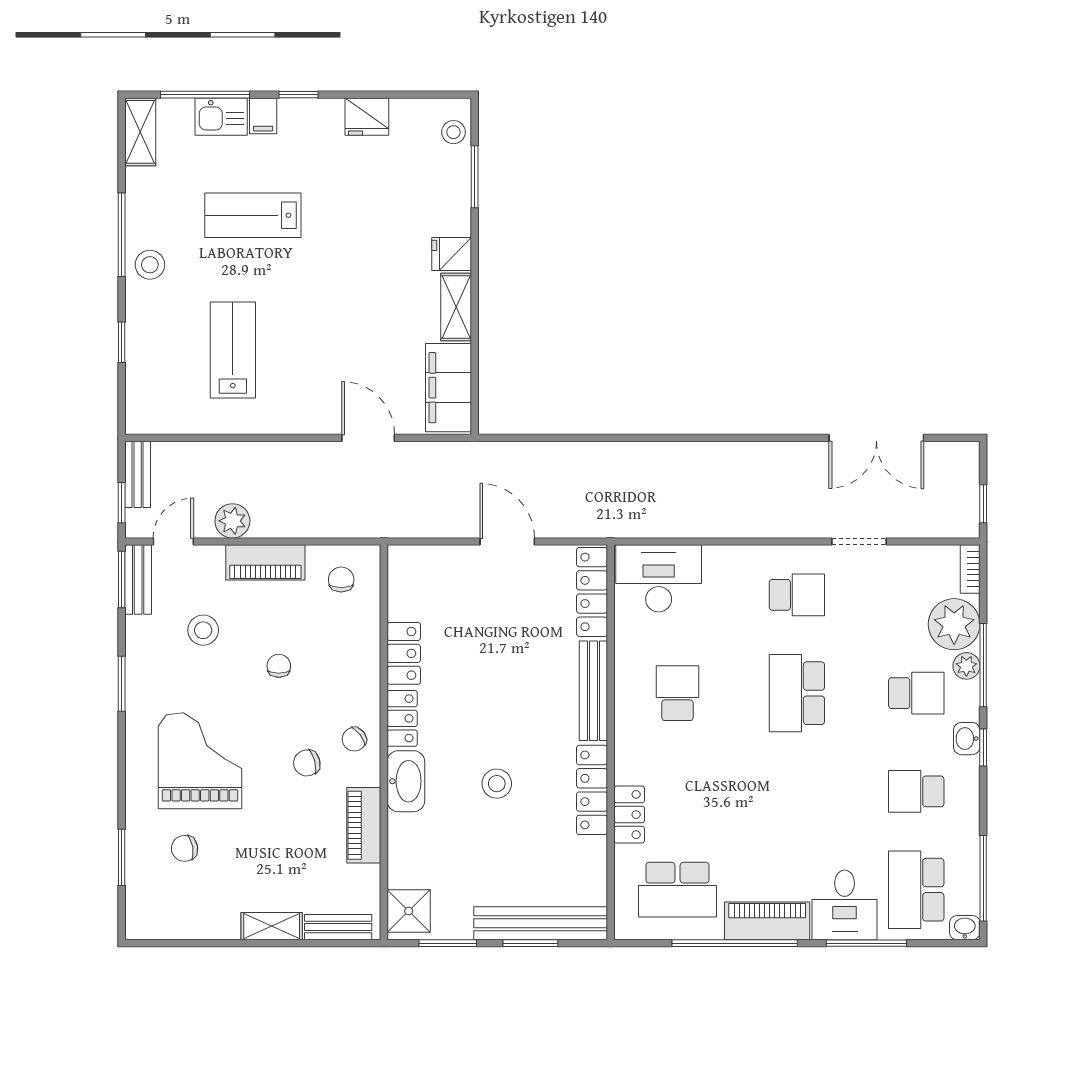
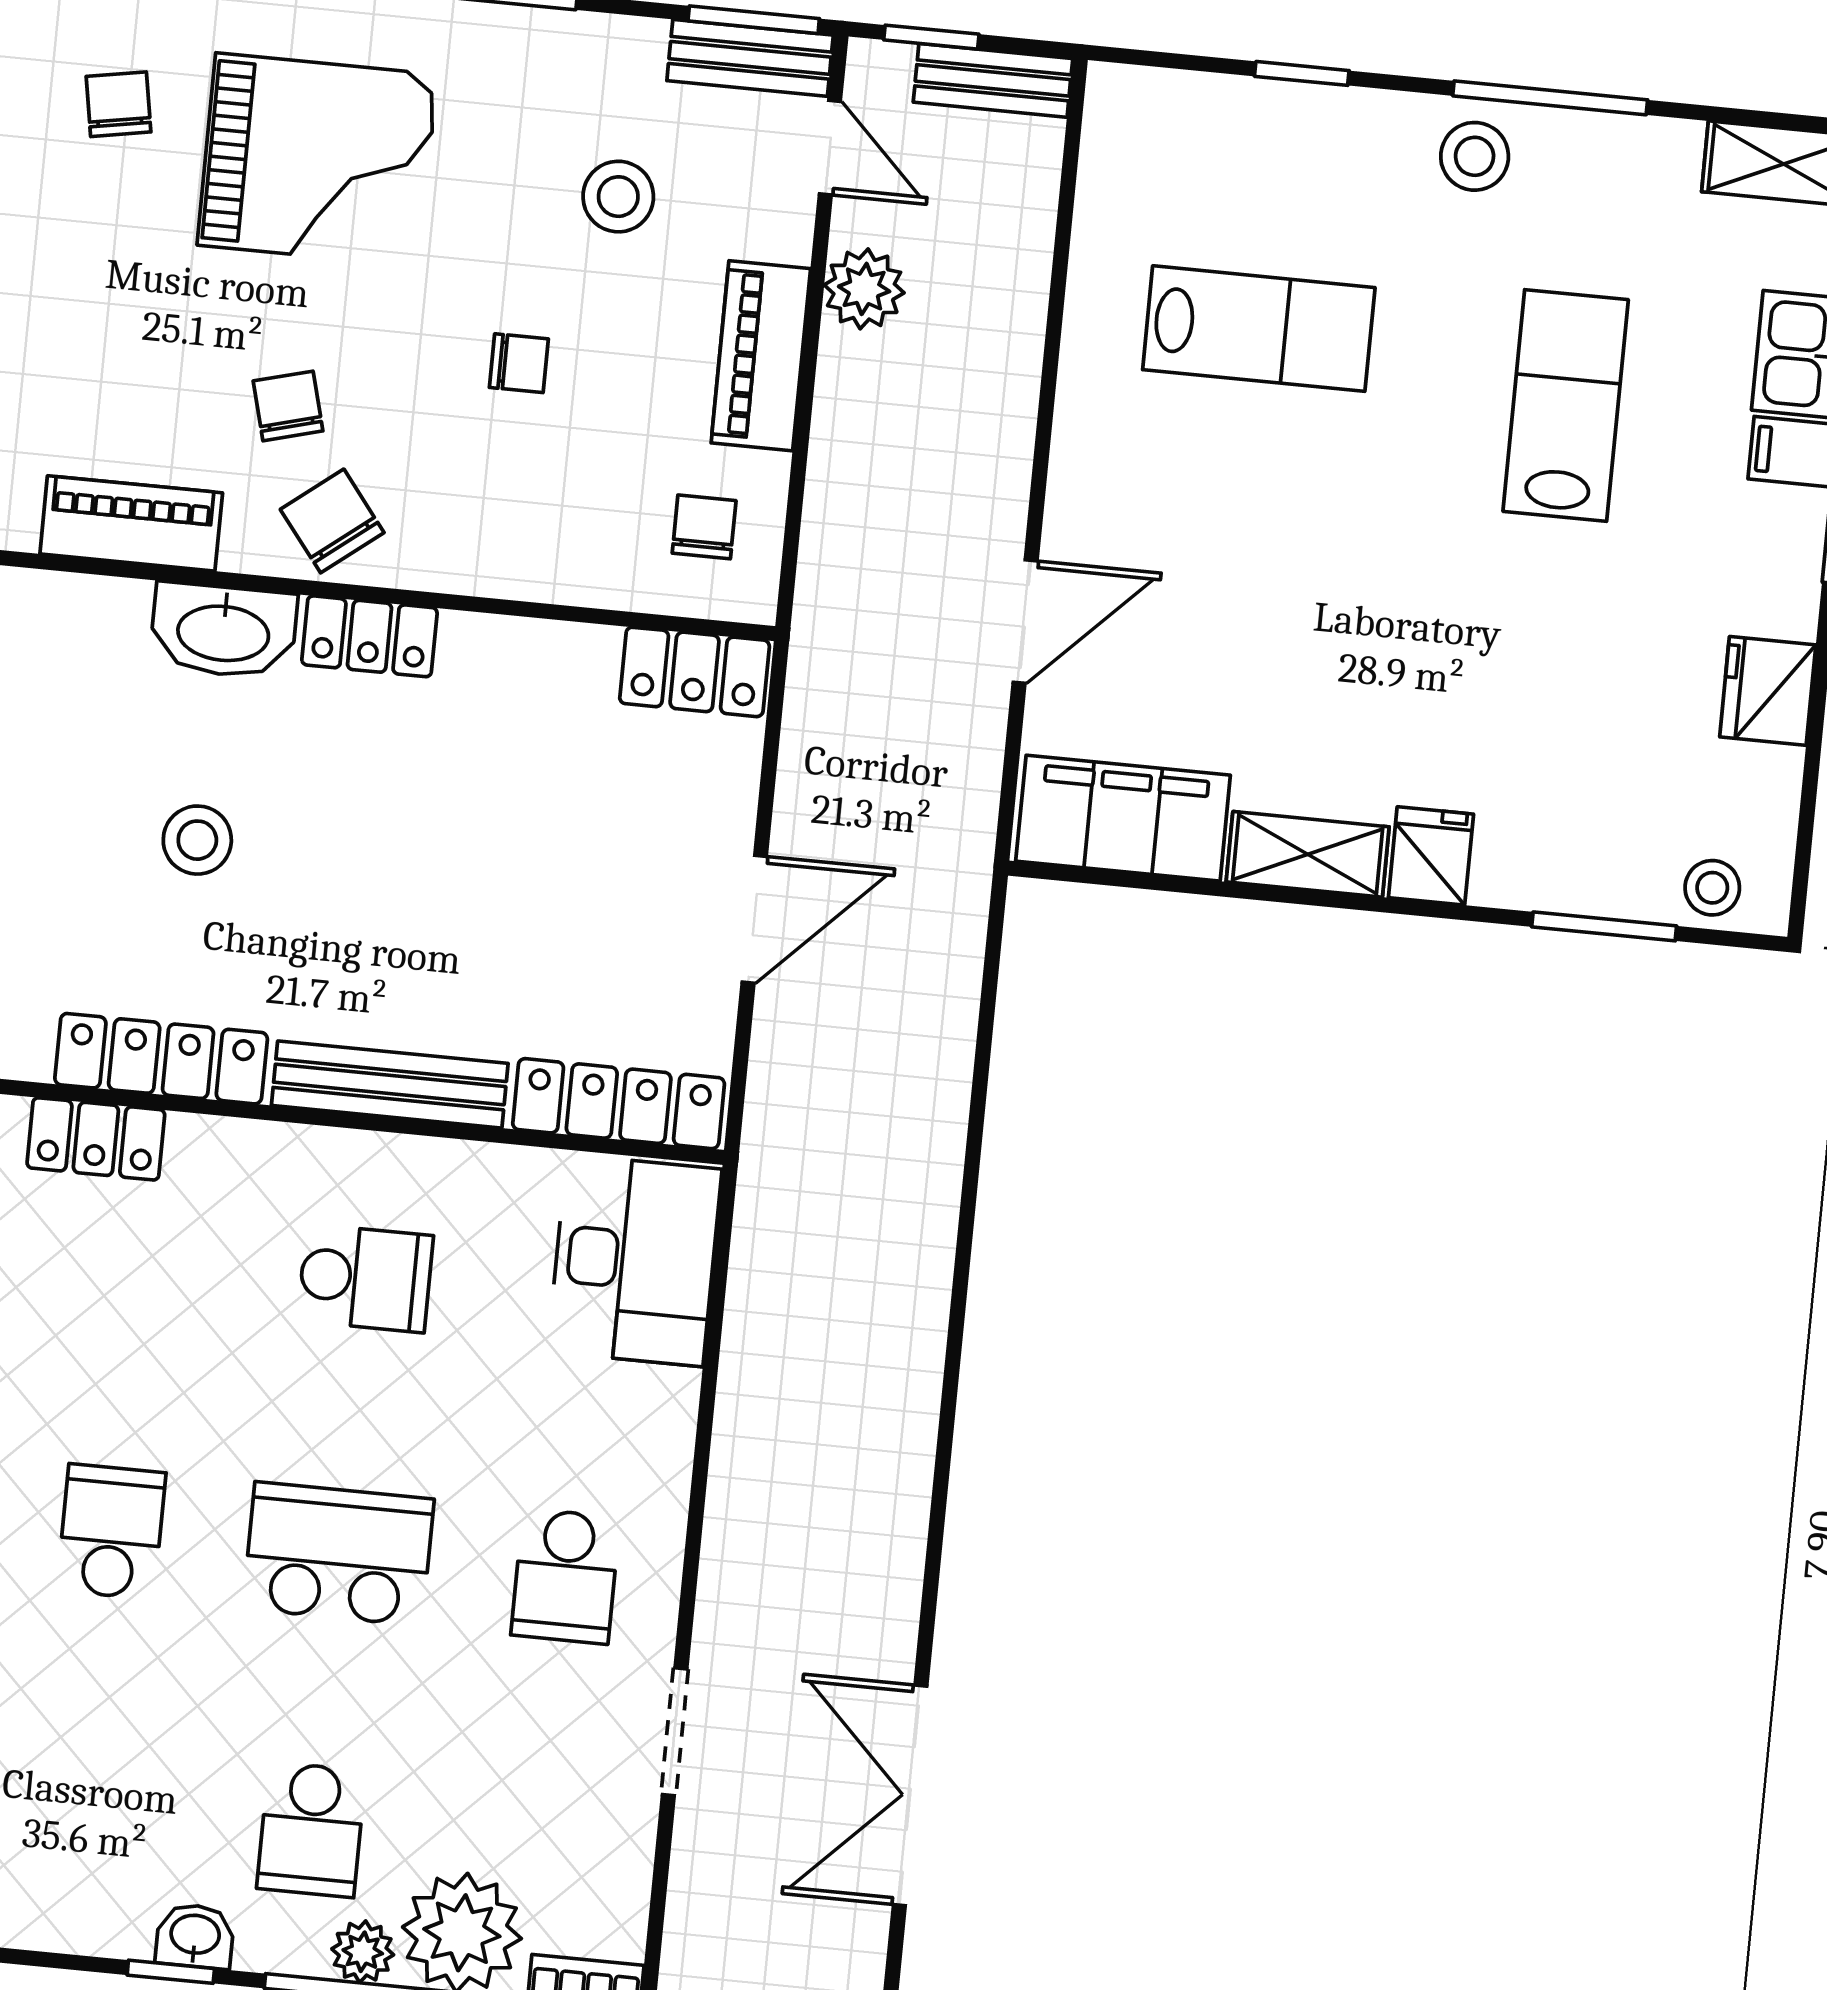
chair: (341, 579) -> (704, 527), turned -90
locker: (404, 653) -> (695, 672), moved
chair: (354, 739) -> (332, 521), width x1.37, depth x1.37
school desk: (916, 791) -> (111, 1532), moved

